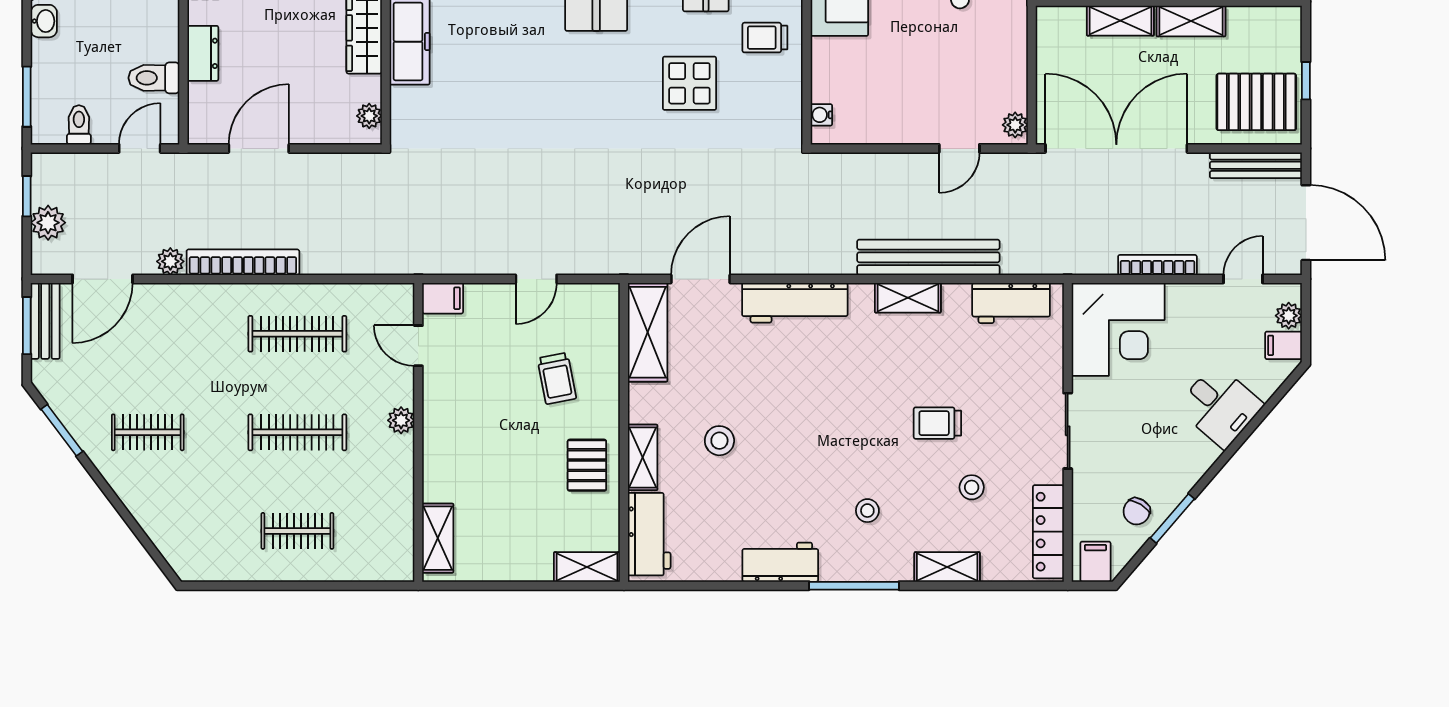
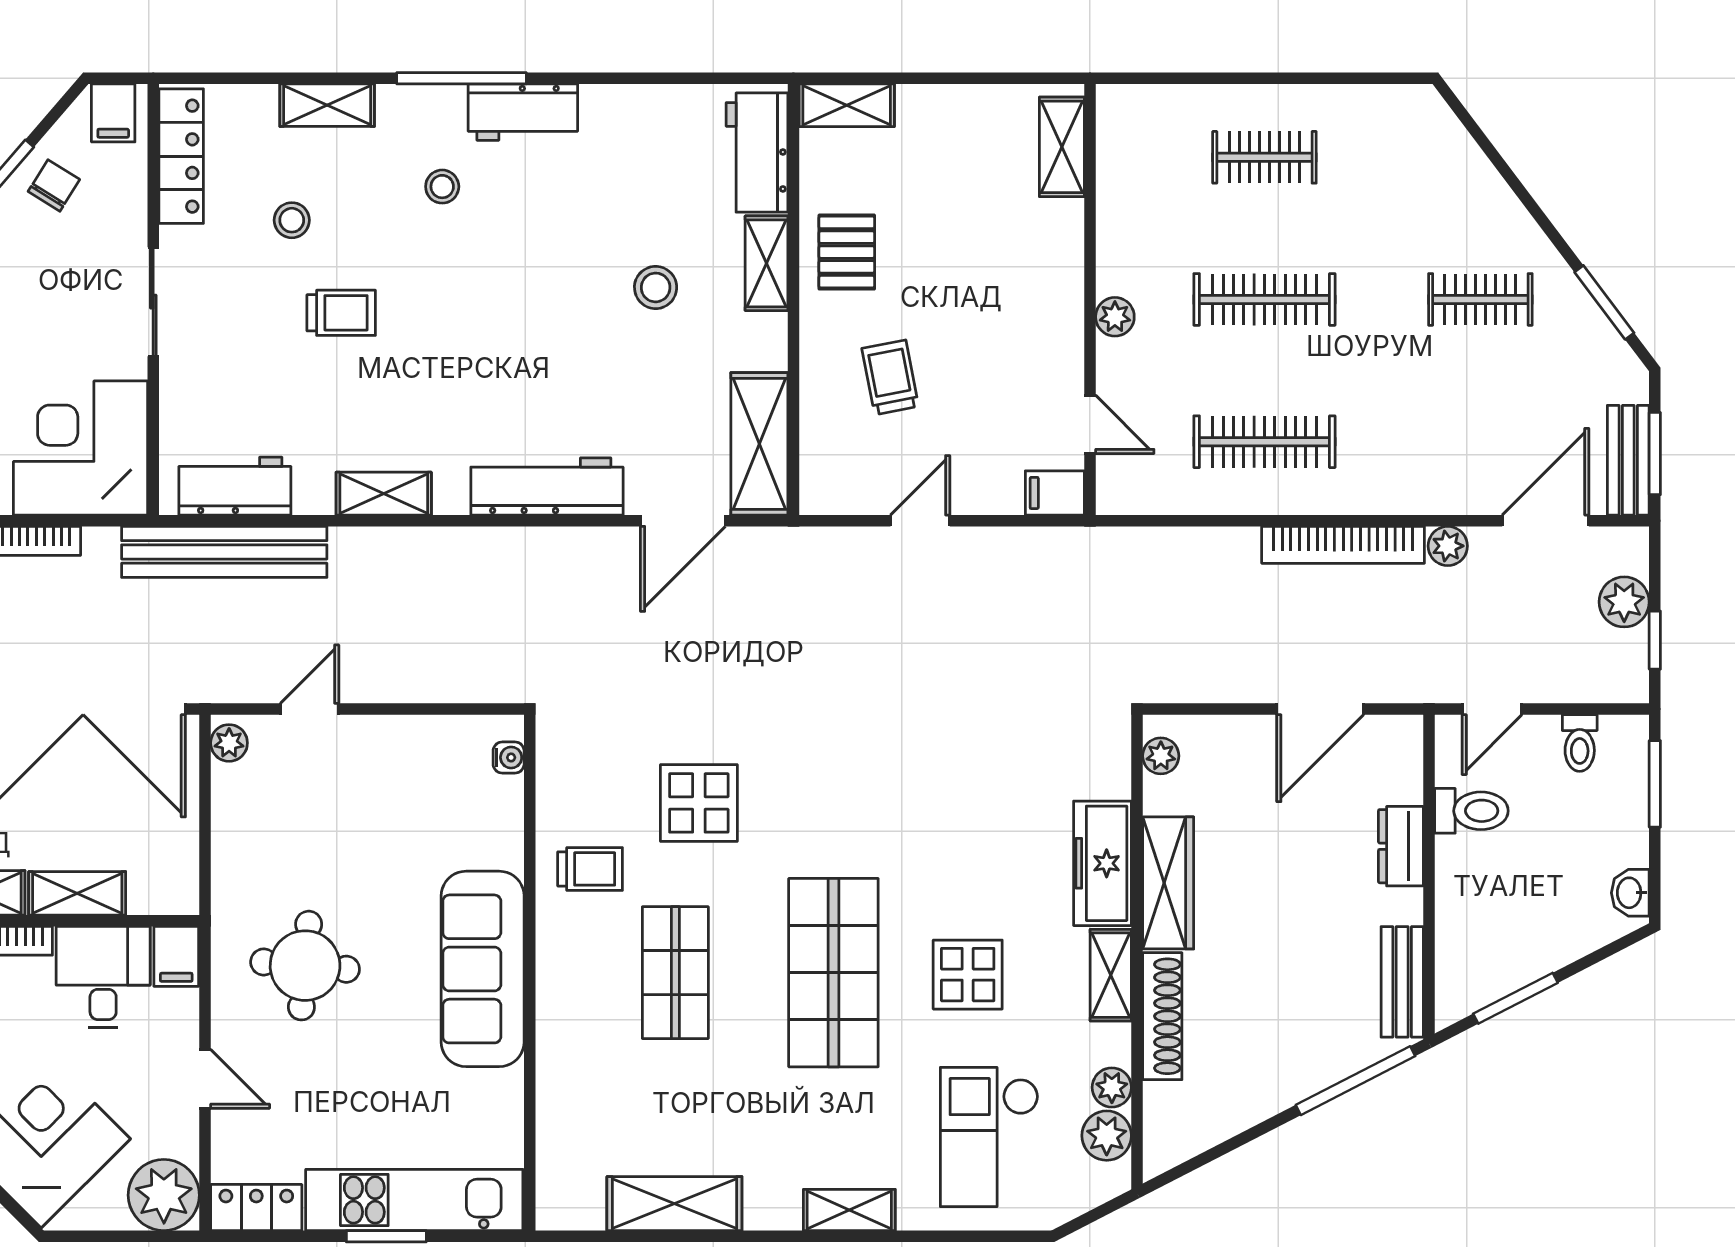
bench: (928, 257) -> (224, 552), moved
workbench: (780, 562) -> (523, 112), moved

